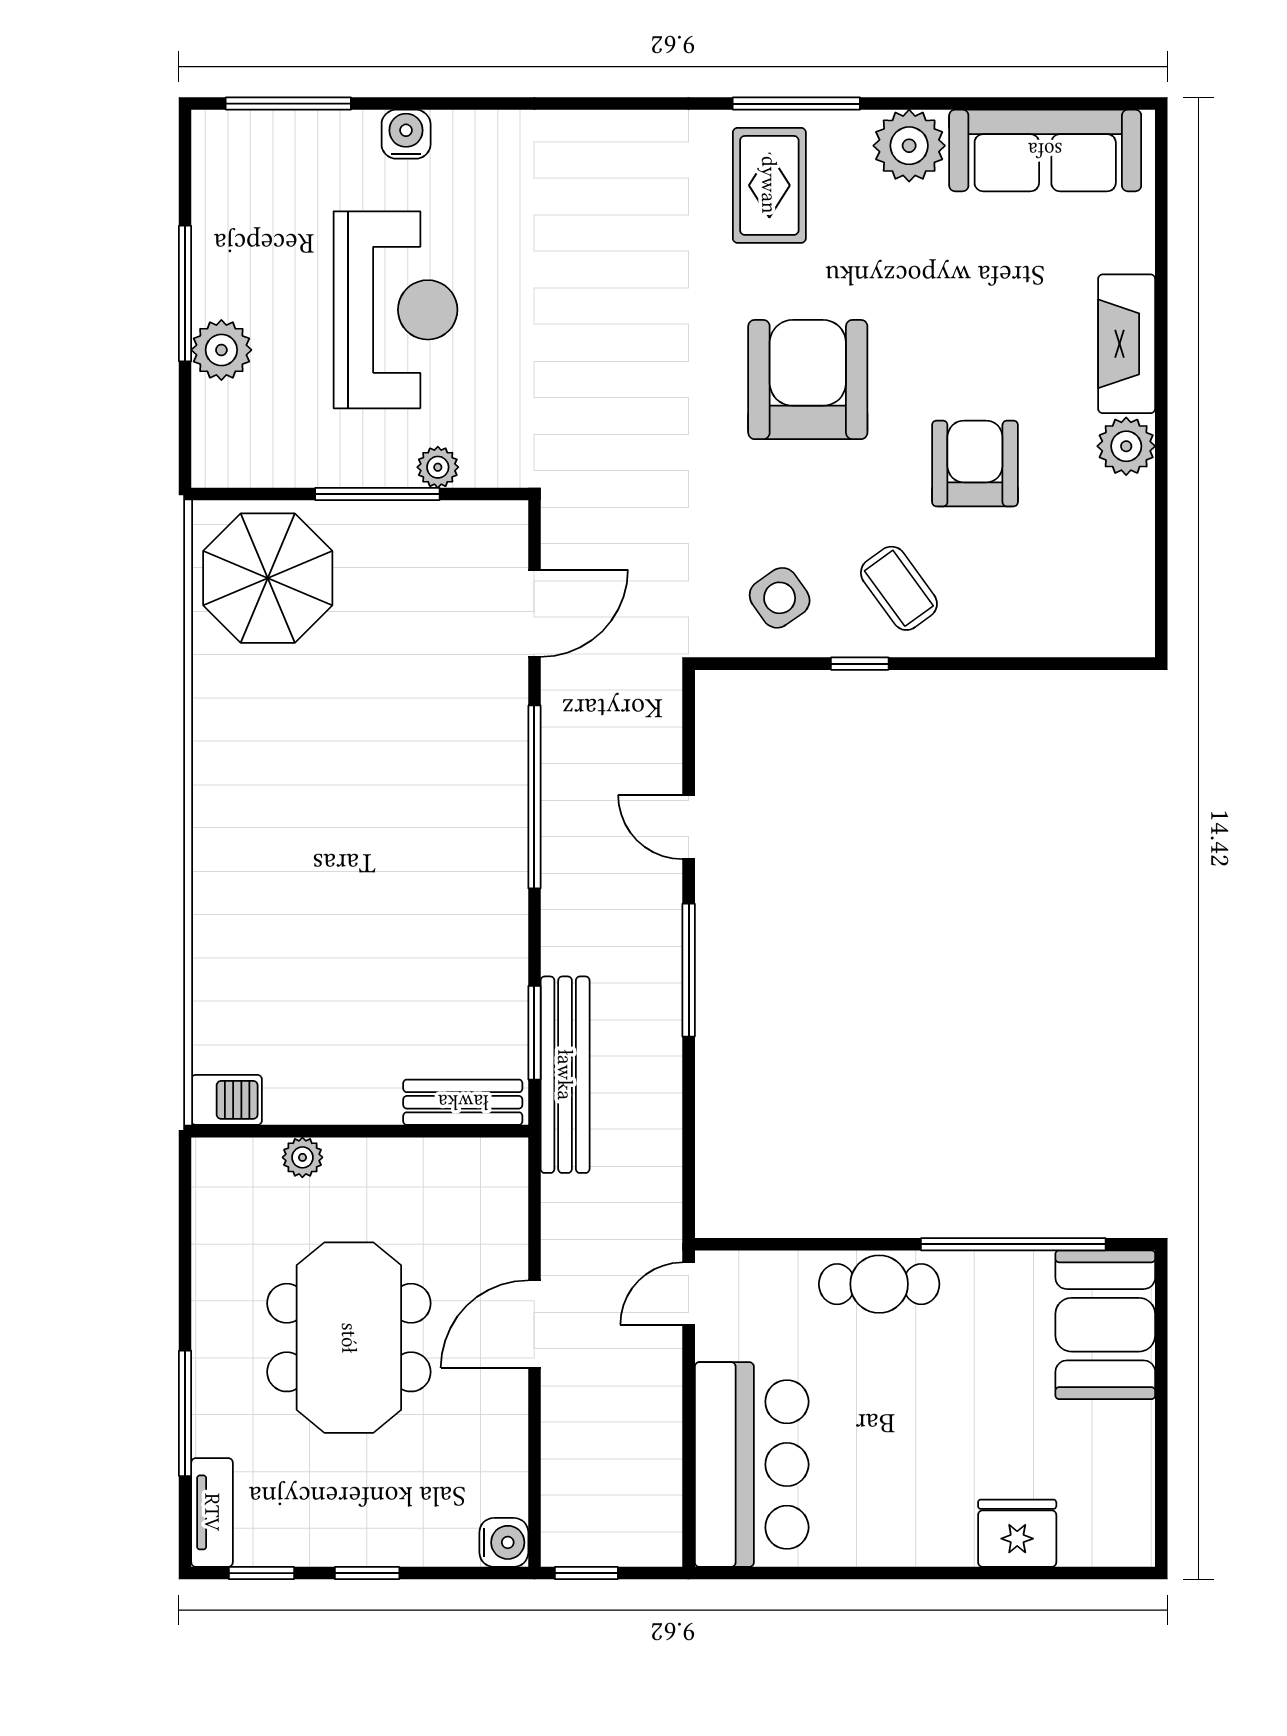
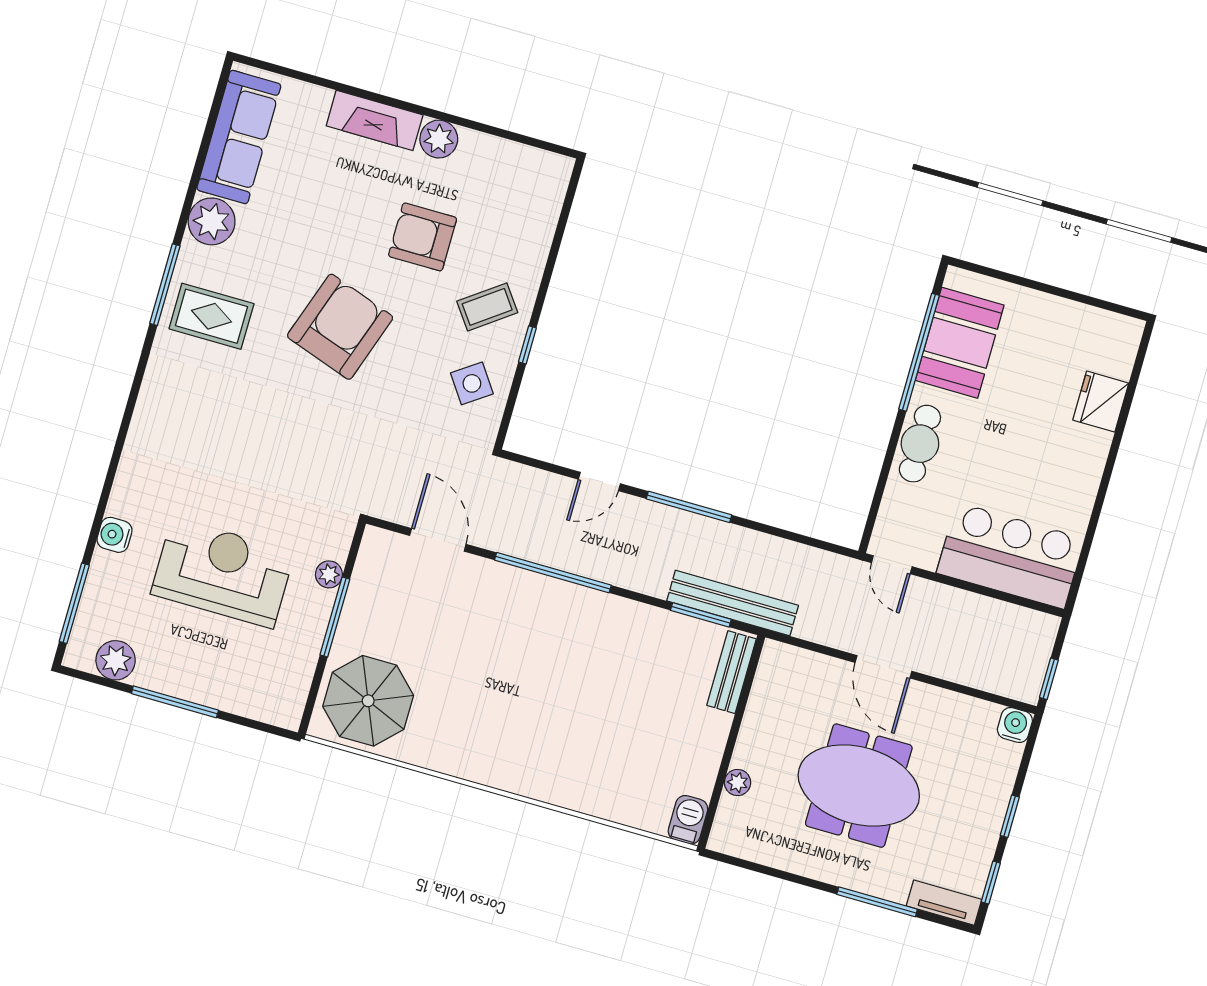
plant: (221, 350) -> (116, 660), moved
armchair: (808, 380) -> (340, 327), turned 109
booth: (1105, 1325) -> (960, 343), moved, turned 90

